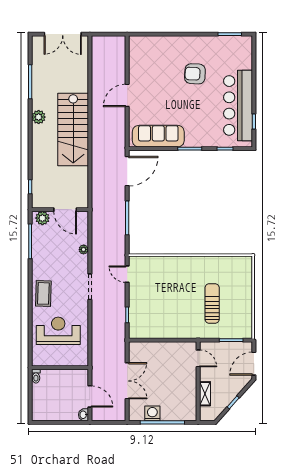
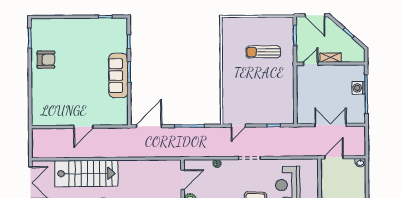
armchair: (195, 74) -> (46, 60), moved, turned -93
door: (127, 95) -> (83, 127), hinge flipped
bar counter: (238, 105) -> (91, 30), removed
stairs: (73, 130) -> (86, 174), moved
sofa: (158, 136) -> (118, 76), moved
door: (127, 171) -> (149, 126), hinge flipped
shelving: (205, 394) -> (330, 57), moved
door: (90, 396) -> (334, 157), moved
washing machine: (152, 413) -> (359, 88), moved

